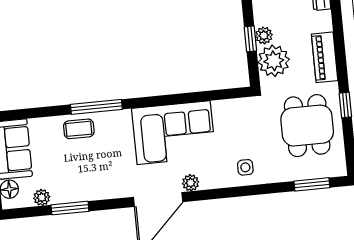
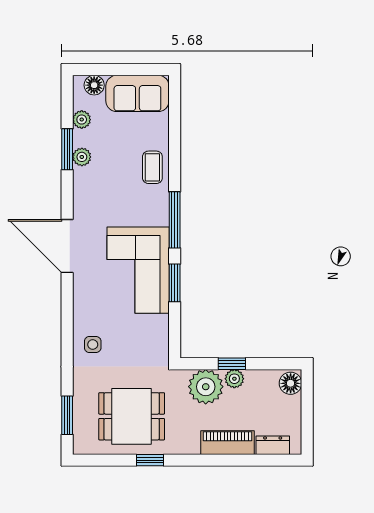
piano: (325, 57) -> (228, 443), moved
window: (182, 98) -> (175, 283), added
window: (96, 107) -> (175, 220), moved
plant: (191, 183) -> (82, 157), moved

